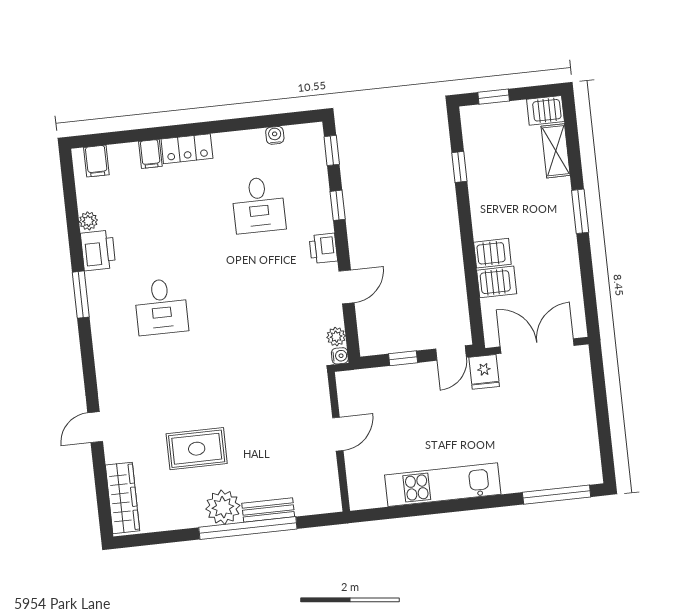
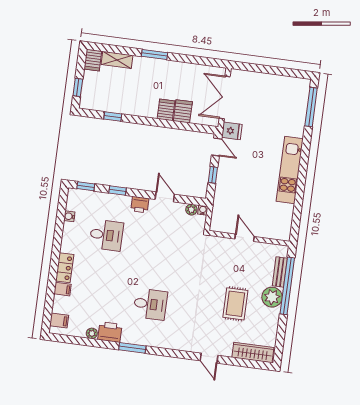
door: (338, 434) -> (245, 238), moved
wall: (339, 442) -> (249, 238), moved

